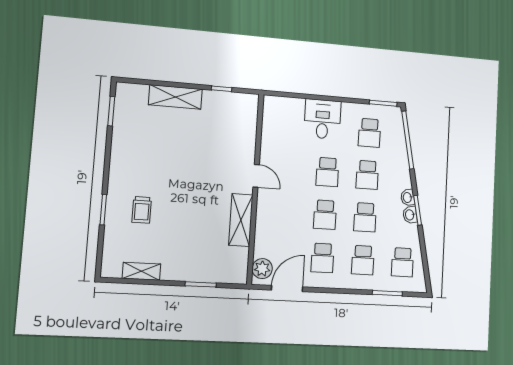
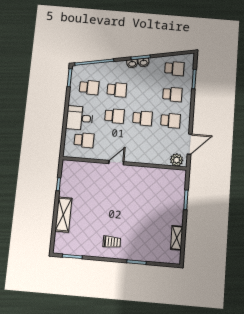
trolley: (142, 210) -> (112, 242), moved
school desk: (365, 217) -> (84, 140), moved
shelving: (241, 220) -> (145, 173), removed
door: (287, 288) -> (190, 144), swing flipped

